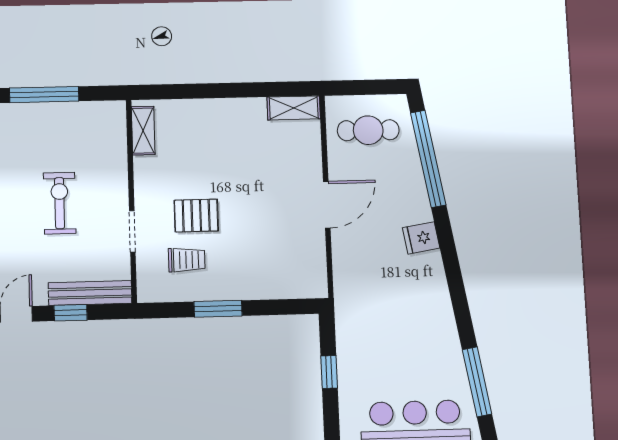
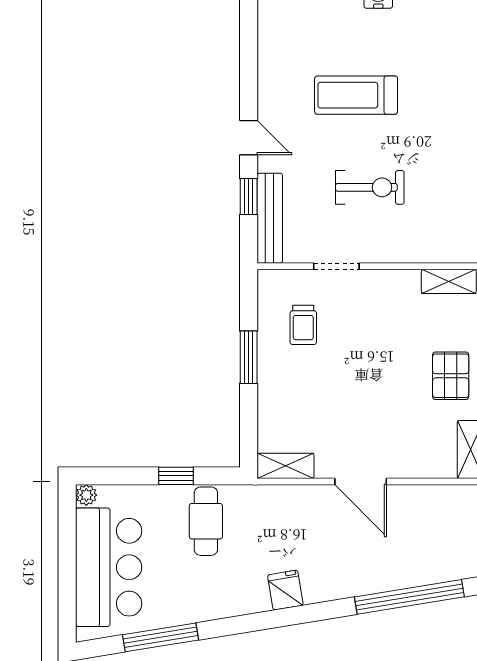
cafe table: (368, 130) -> (206, 521), moved
pallet: (196, 216) -> (451, 376), moved
fridge: (421, 238) -> (285, 590), moved
shelving: (316, 272) -> (286, 466), added

